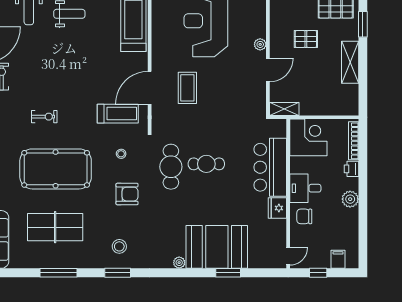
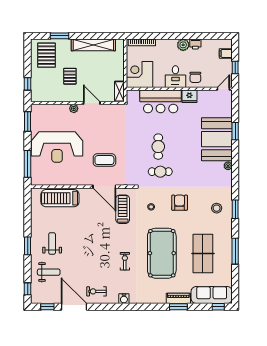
shelving: (350, 62) -> (93, 45), width x1.47
cafe table: (171, 167) -> (160, 172), width x0.73, depth x0.74
printer: (351, 169) -> (195, 44), moved
door: (288, 256) -> (223, 89), hinge flipped

